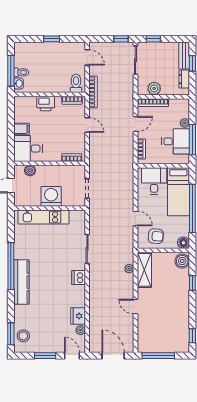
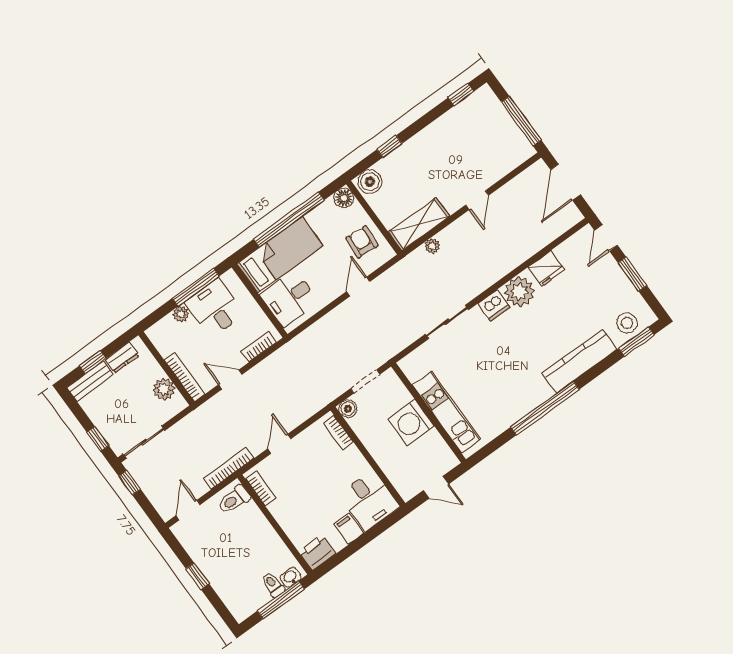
printer: (46, 104) -> (317, 552), moved, turned -90
boiler: (30, 171) -> (348, 409), moved
kitchen counter: (21, 282) -> (580, 361), moved
plant: (80, 330) -> (519, 292), moved, width x1.88, depth x1.88

